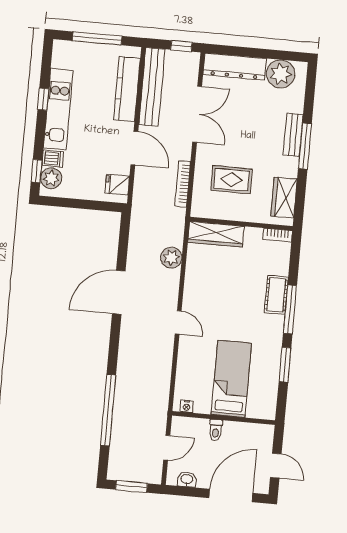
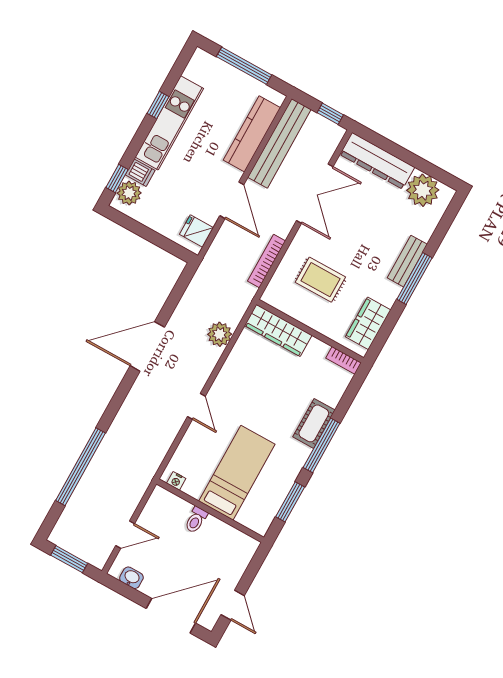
bed: (231, 379) -> (237, 473), moved
nightstand: (187, 406) -> (176, 481), moved
wall: (224, 418) -> (210, 511), moved
toilet: (216, 430) -> (196, 520), moved

